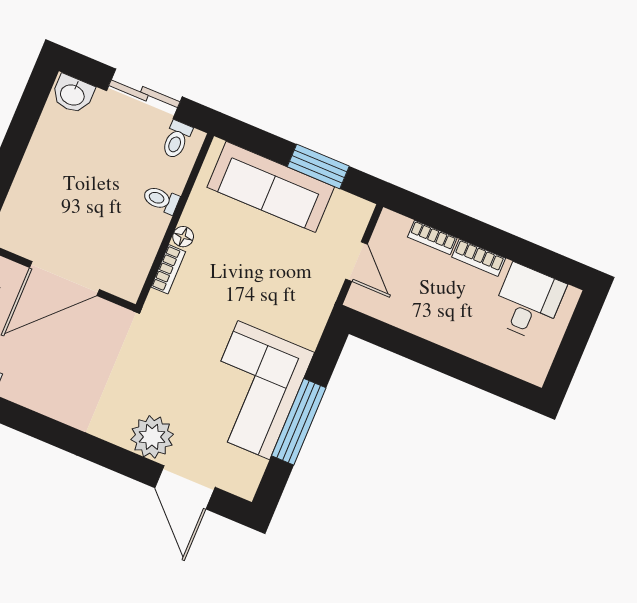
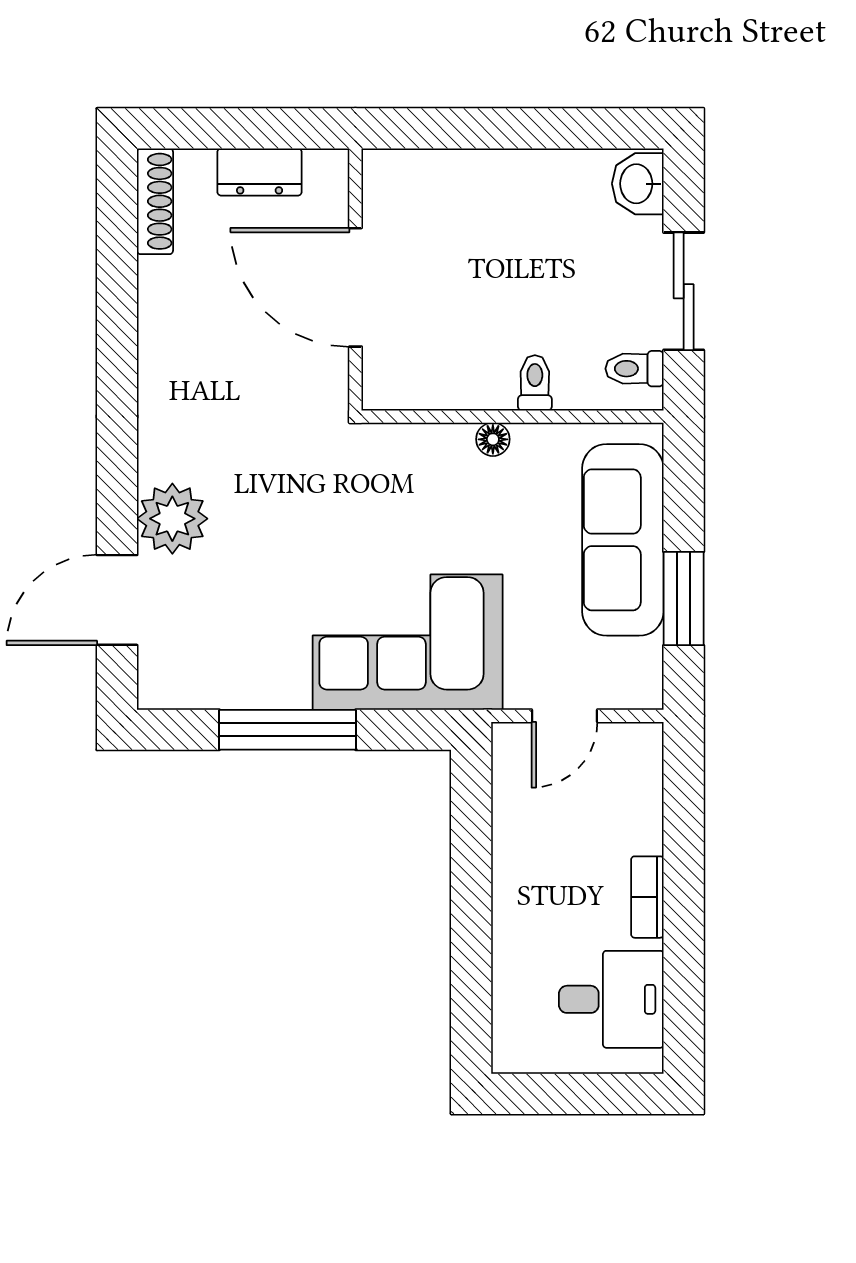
bookcase: (432, 237) -> (649, 815), removed
bookcase: (168, 269) -> (435, 438), removed
corner sofa: (254, 390) -> (408, 642), moved

